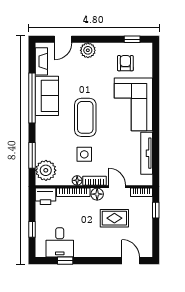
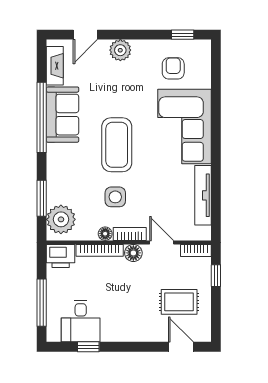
rug: (114, 218) -> (179, 302), moved
window: (32, 229) -> (42, 303), width x2.17

